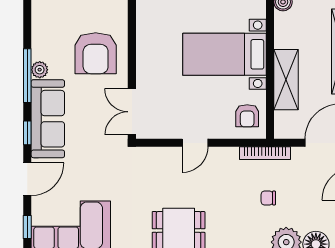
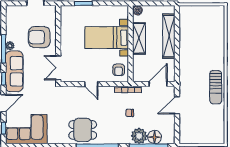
armchair: (96, 53) -> (39, 37), turned 90
shelving: (286, 80) -> (139, 38), moved
door: (195, 143) -> (91, 84), hinge flipped

